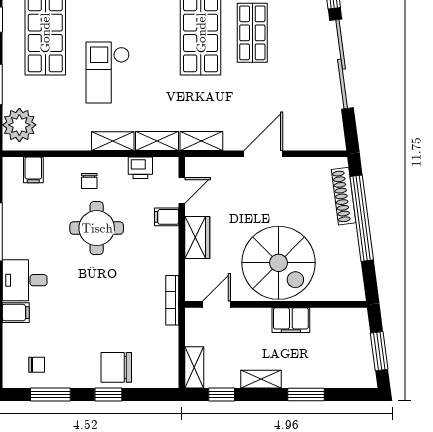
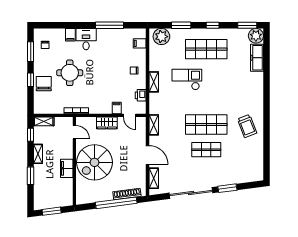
shelving: (157, 141) -> (154, 178), moved
round table: (97, 228) -> (70, 73), moved

